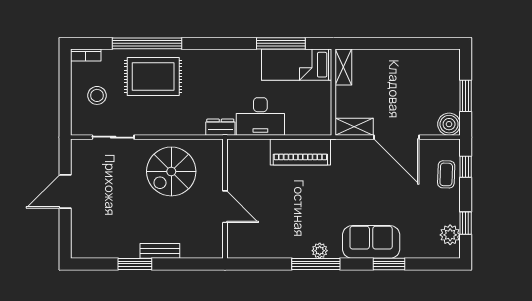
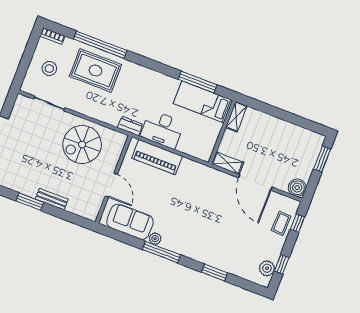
window: (466, 96) -> (322, 159), moved
piano: (300, 152) -> (157, 157), moved
sofa: (371, 242) -> (130, 222), moved
plant: (320, 251) -> (155, 239), moved

